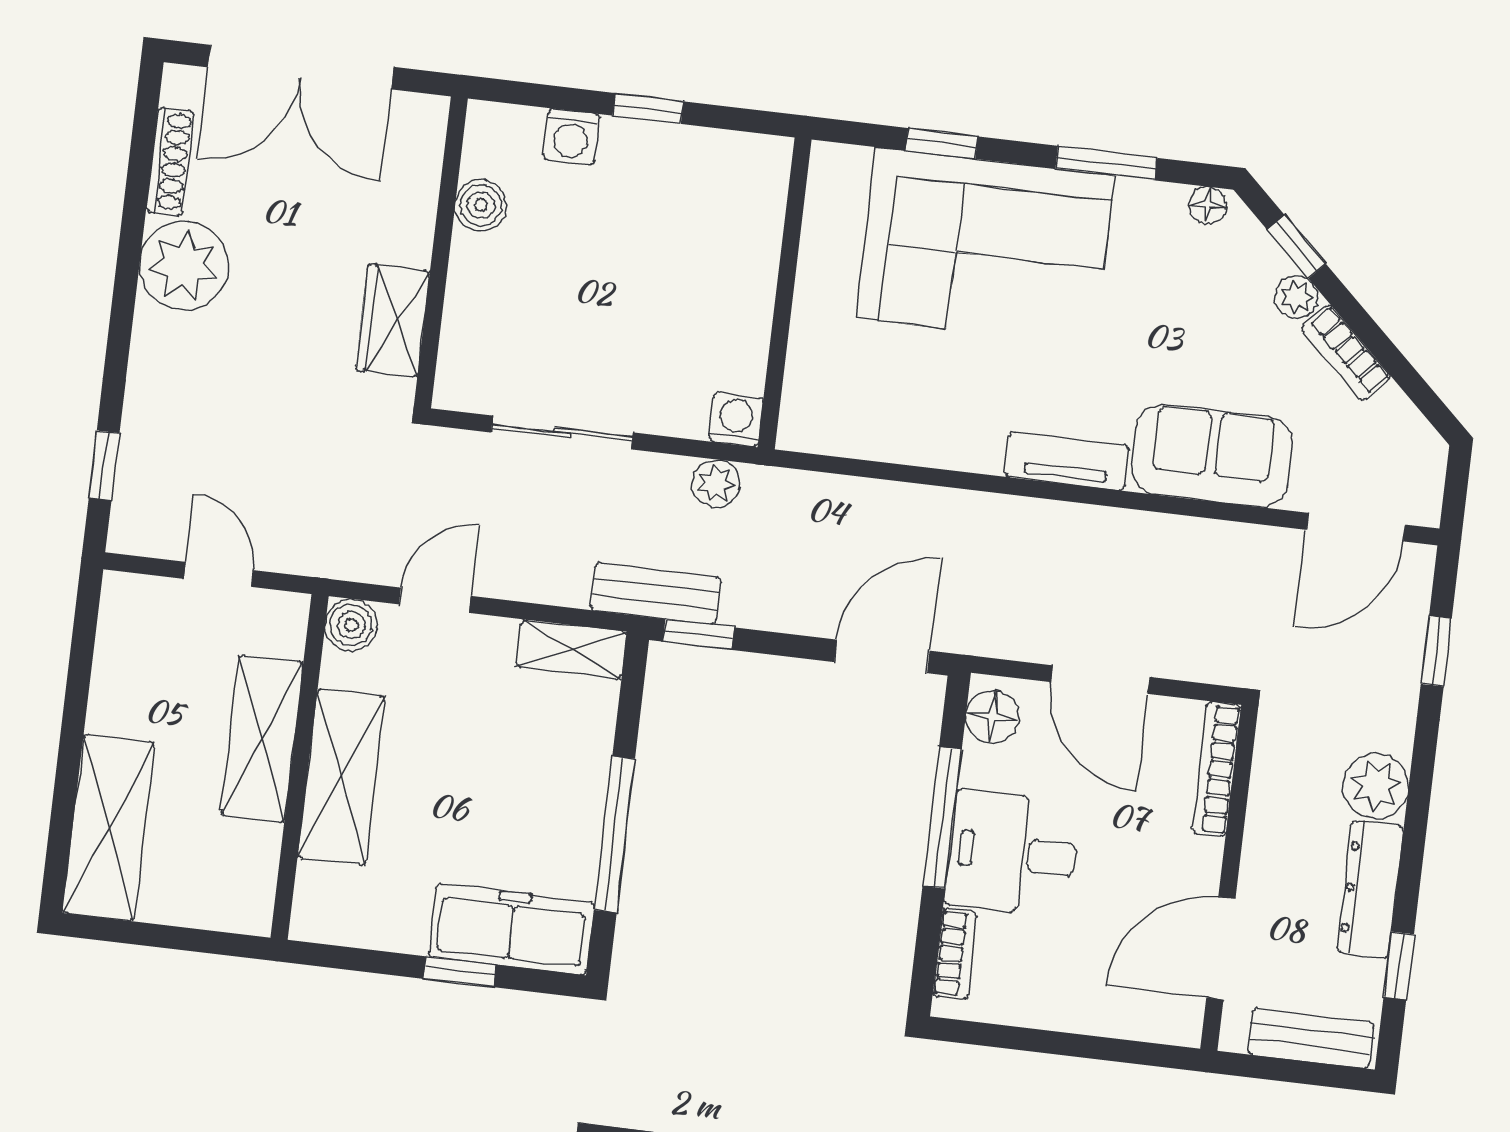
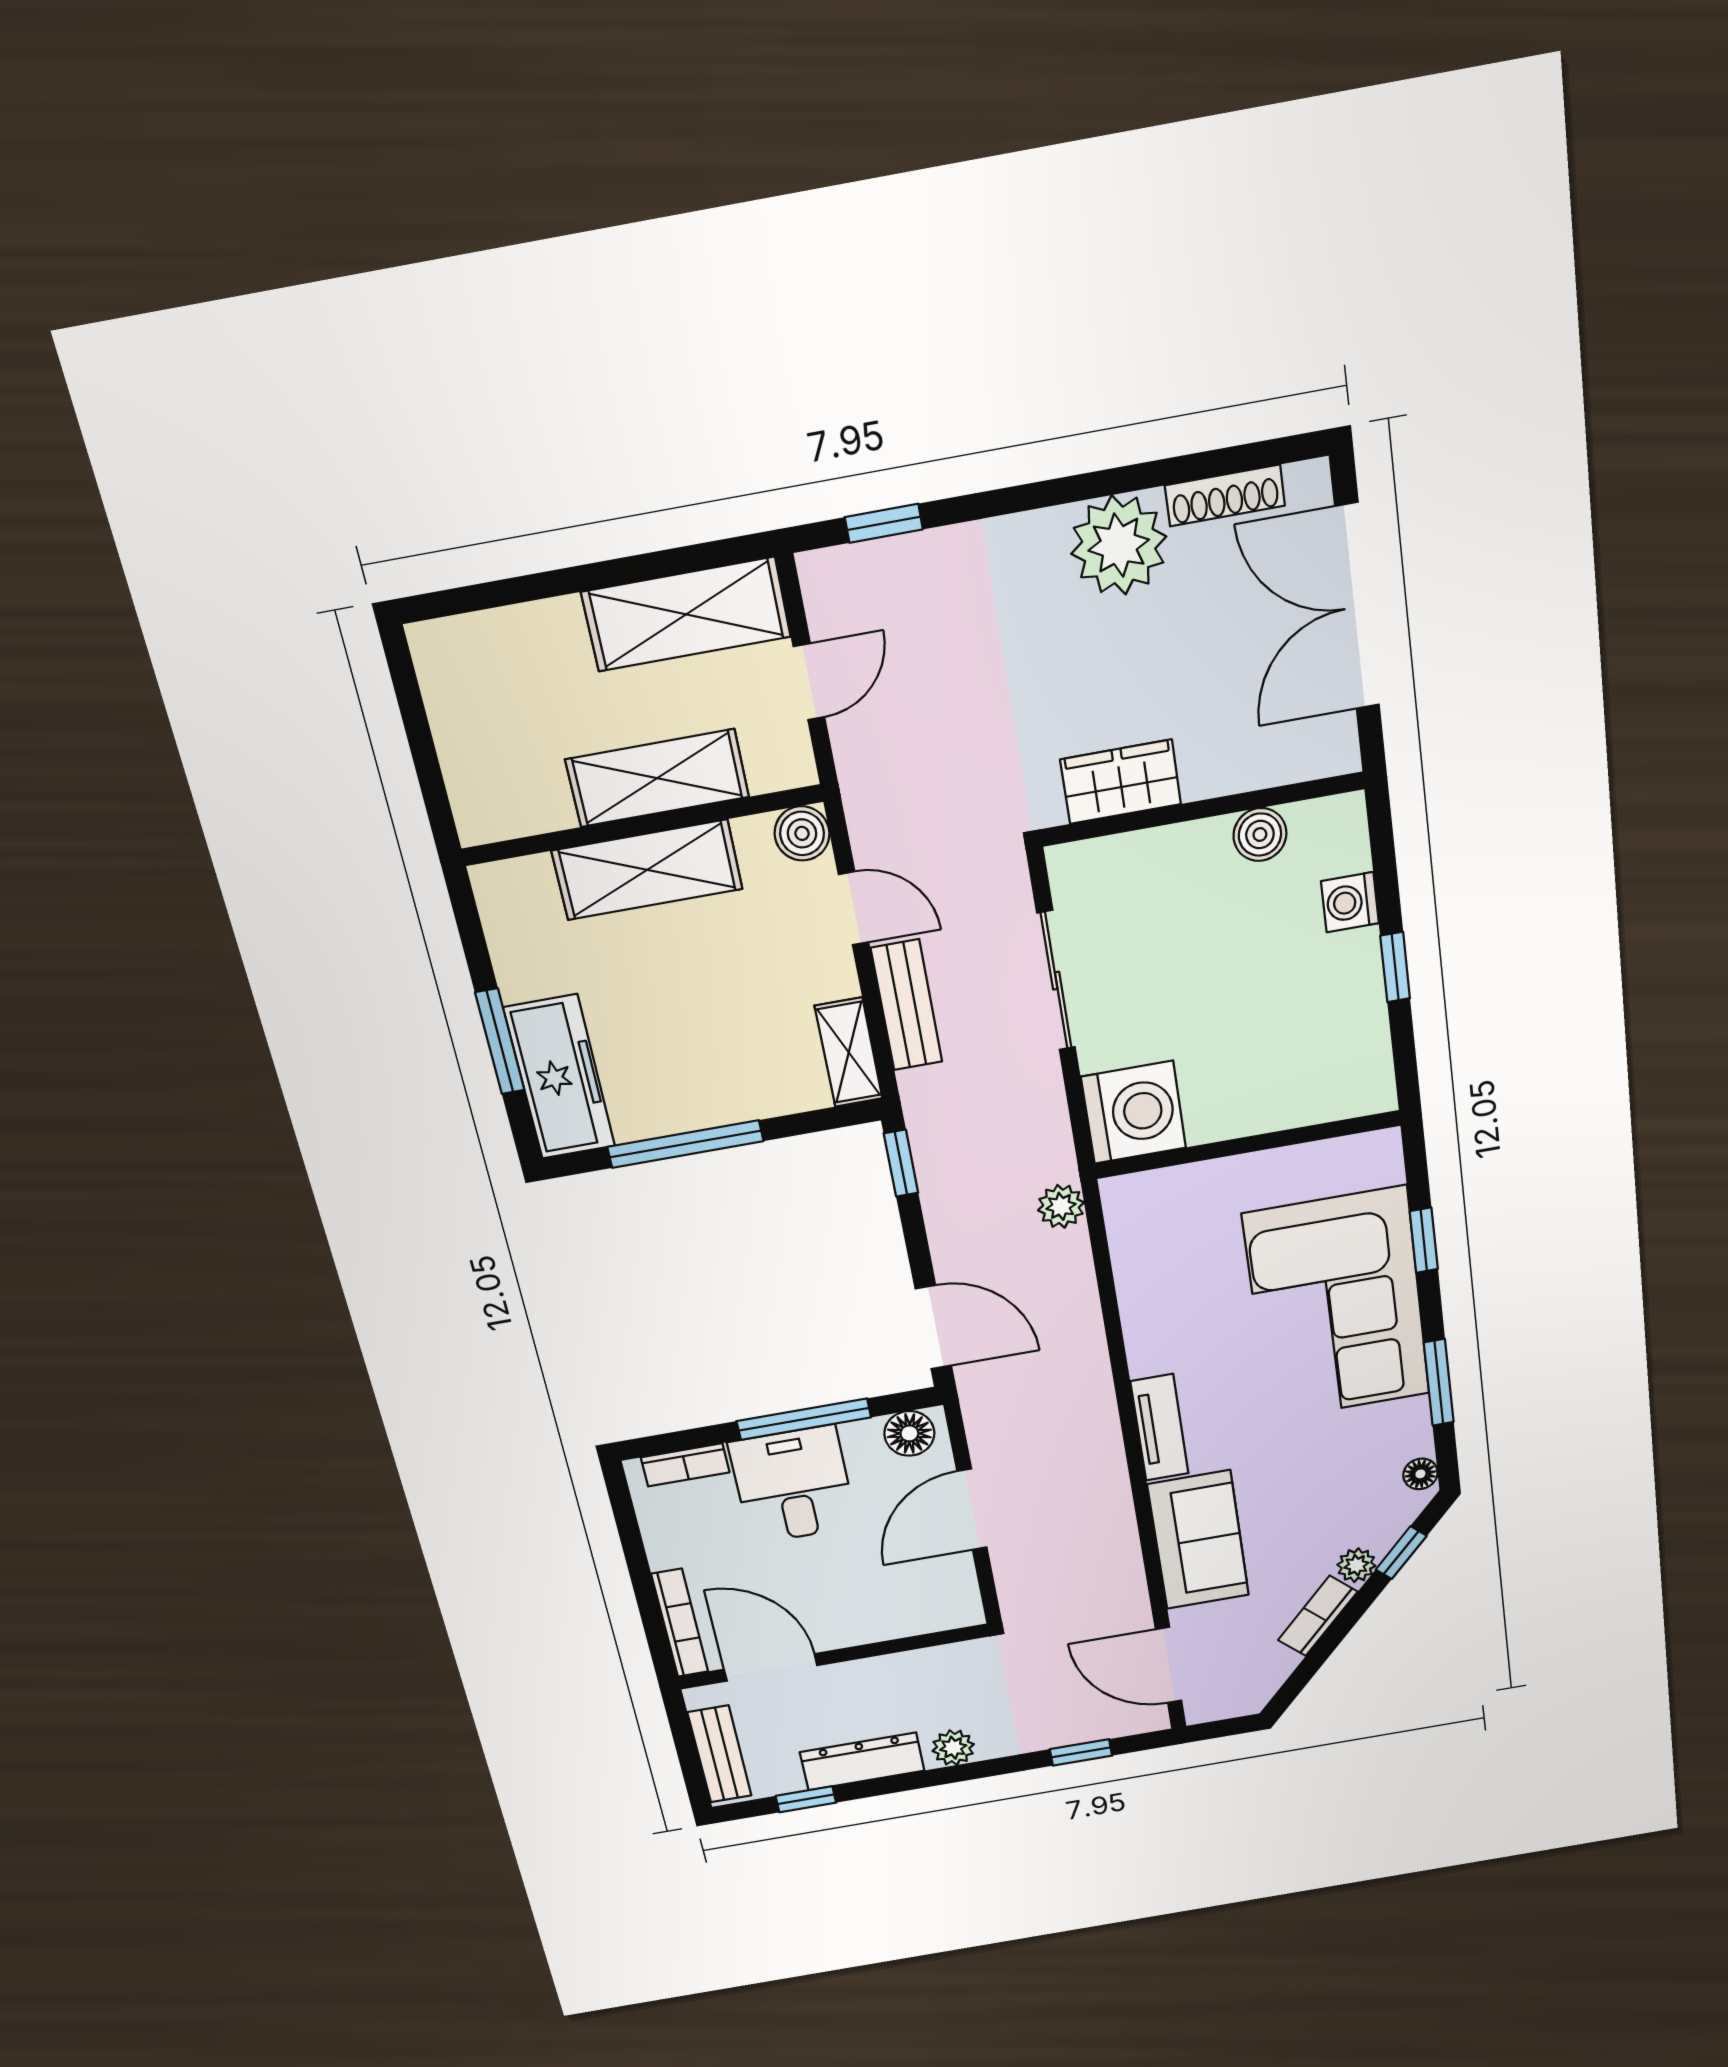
washing machine: (736, 420) -> (1134, 1112), width x1.89, depth x1.89
plant: (716, 484) -> (1061, 1206), moved
bench: (655, 594) -> (907, 1005), moved
bookcase: (1217, 769) -> (680, 1623), moved, turned 90
plant: (1376, 786) -> (953, 1748), width x0.73, depth x0.73
shelving: (109, 828) -> (686, 614), moved
window: (460, 972) -> (500, 1042), width x1.50

